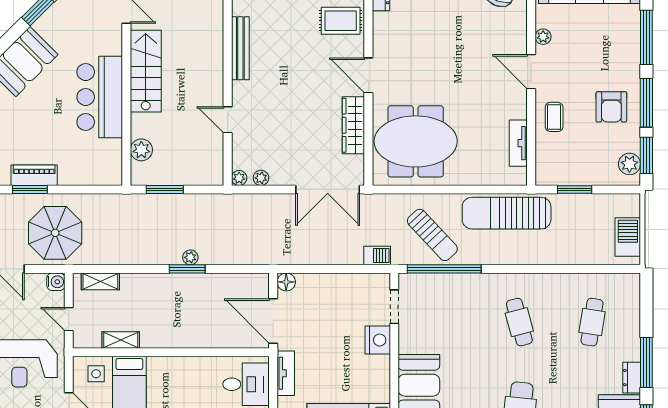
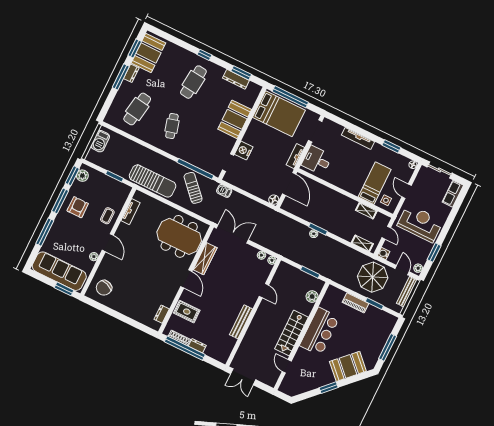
piano: (34, 175) -> (355, 303), moved
cafe table: (592, 322) -> (137, 109), width x1.37, depth x1.35

